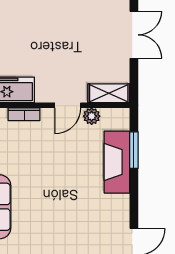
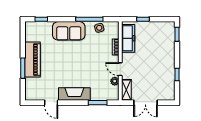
double door: (134, 35) -> (145, 103), moved
fireplace: (117, 162) -> (74, 94), moved

